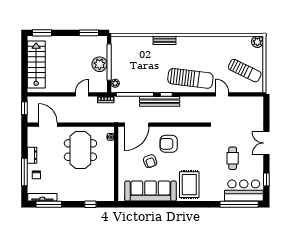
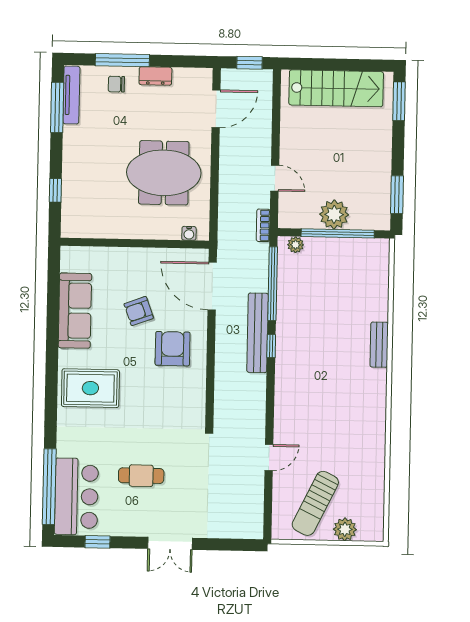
plant: (257, 42) -> (345, 529), moved
sun lounger: (190, 78) -> (302, 395), removed
double door: (266, 143) -> (170, 543), swing flipped
sofa: (150, 191) -> (75, 311), width x0.74, depth x0.79

